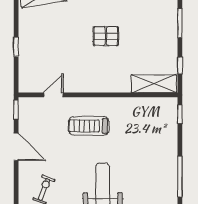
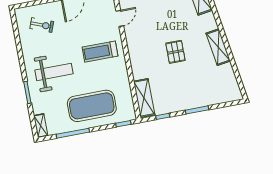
door: (53, 95) -> (120, 18), hinge flipped
treadmill: (89, 126) -> (100, 52), turned -90
exercise mat: (152, 148) -> (92, 106), added

